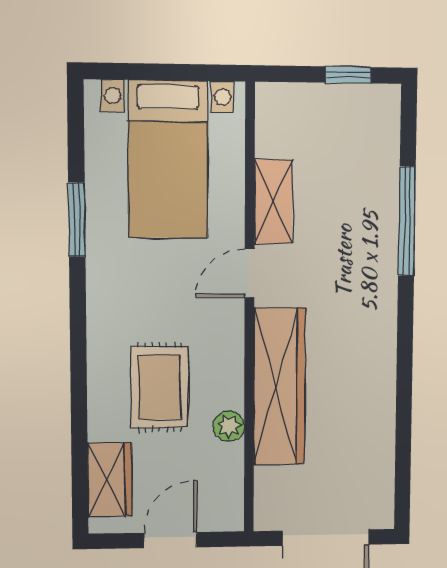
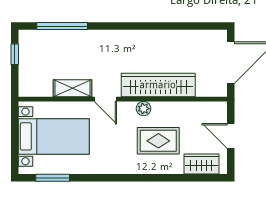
window: (77, 220) -> (53, 178), moved
window: (407, 221) -> (62, 26), moved
plant: (229, 426) -> (144, 109), moved

